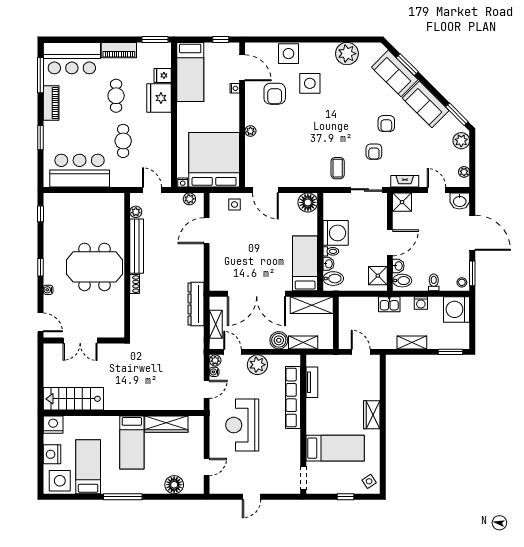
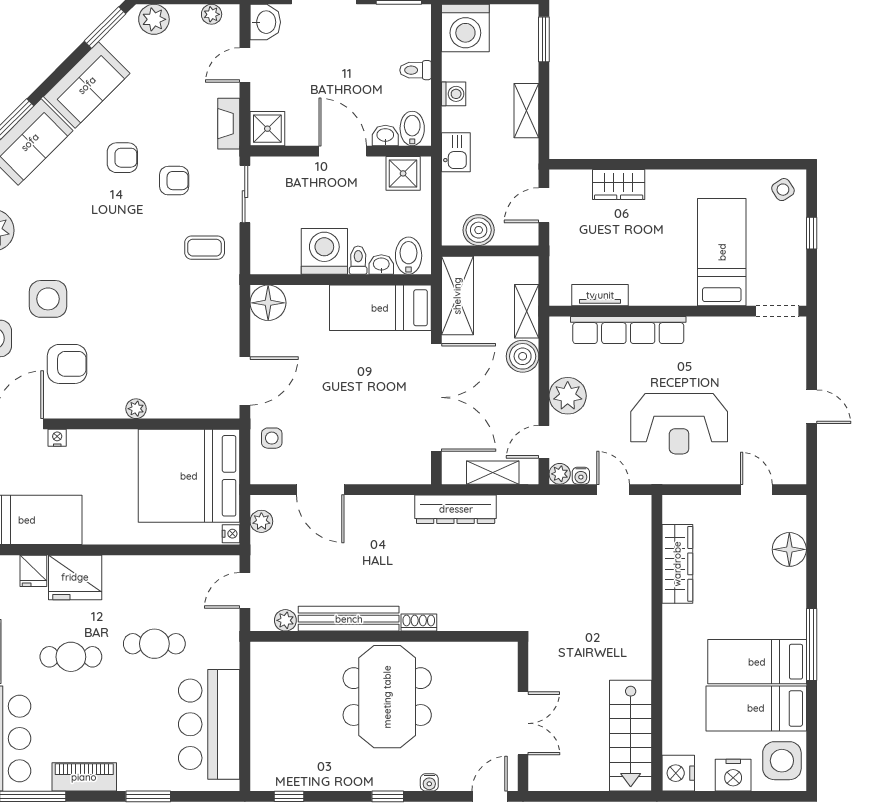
stool: (462, 282) -> (416, 18), removed
boiler: (347, 316) -> (479, 230), added
wardrobe: (372, 415) -> (619, 185), moved
bed: (132, 442) -> (757, 662), moved, turned 180

